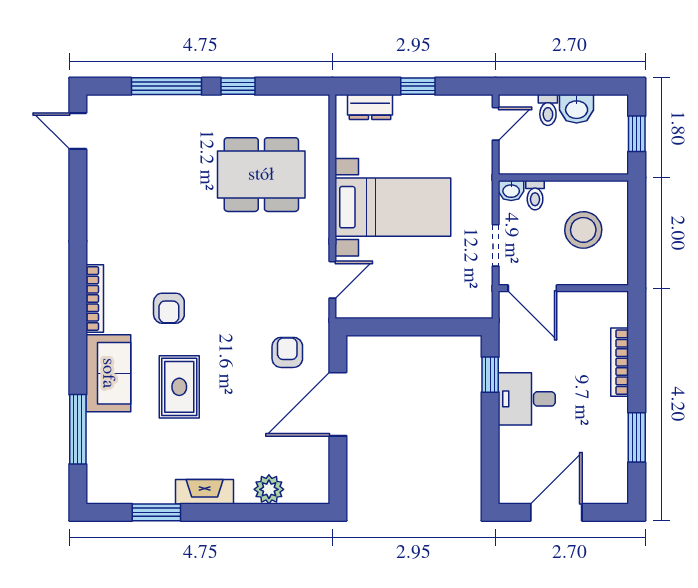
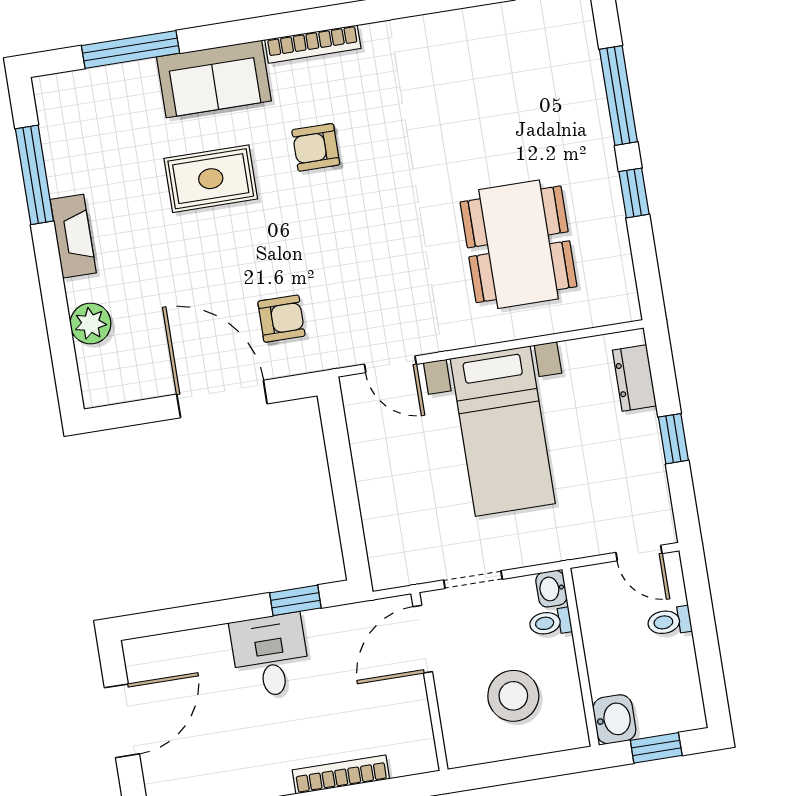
washbasin: (577, 109) -> (614, 719), moved, turned 180
window: (156, 512) -> (34, 175), width x1.44
door: (556, 512) -> (122, 721), hinge flipped

